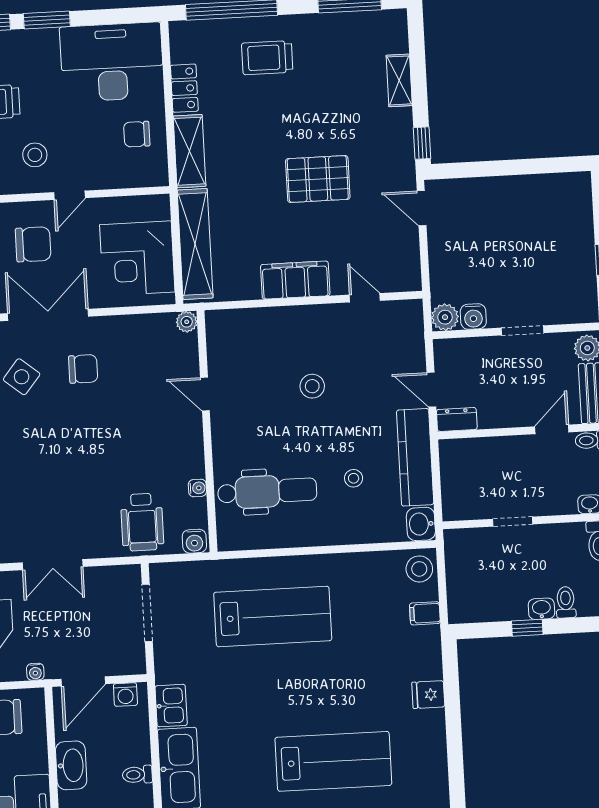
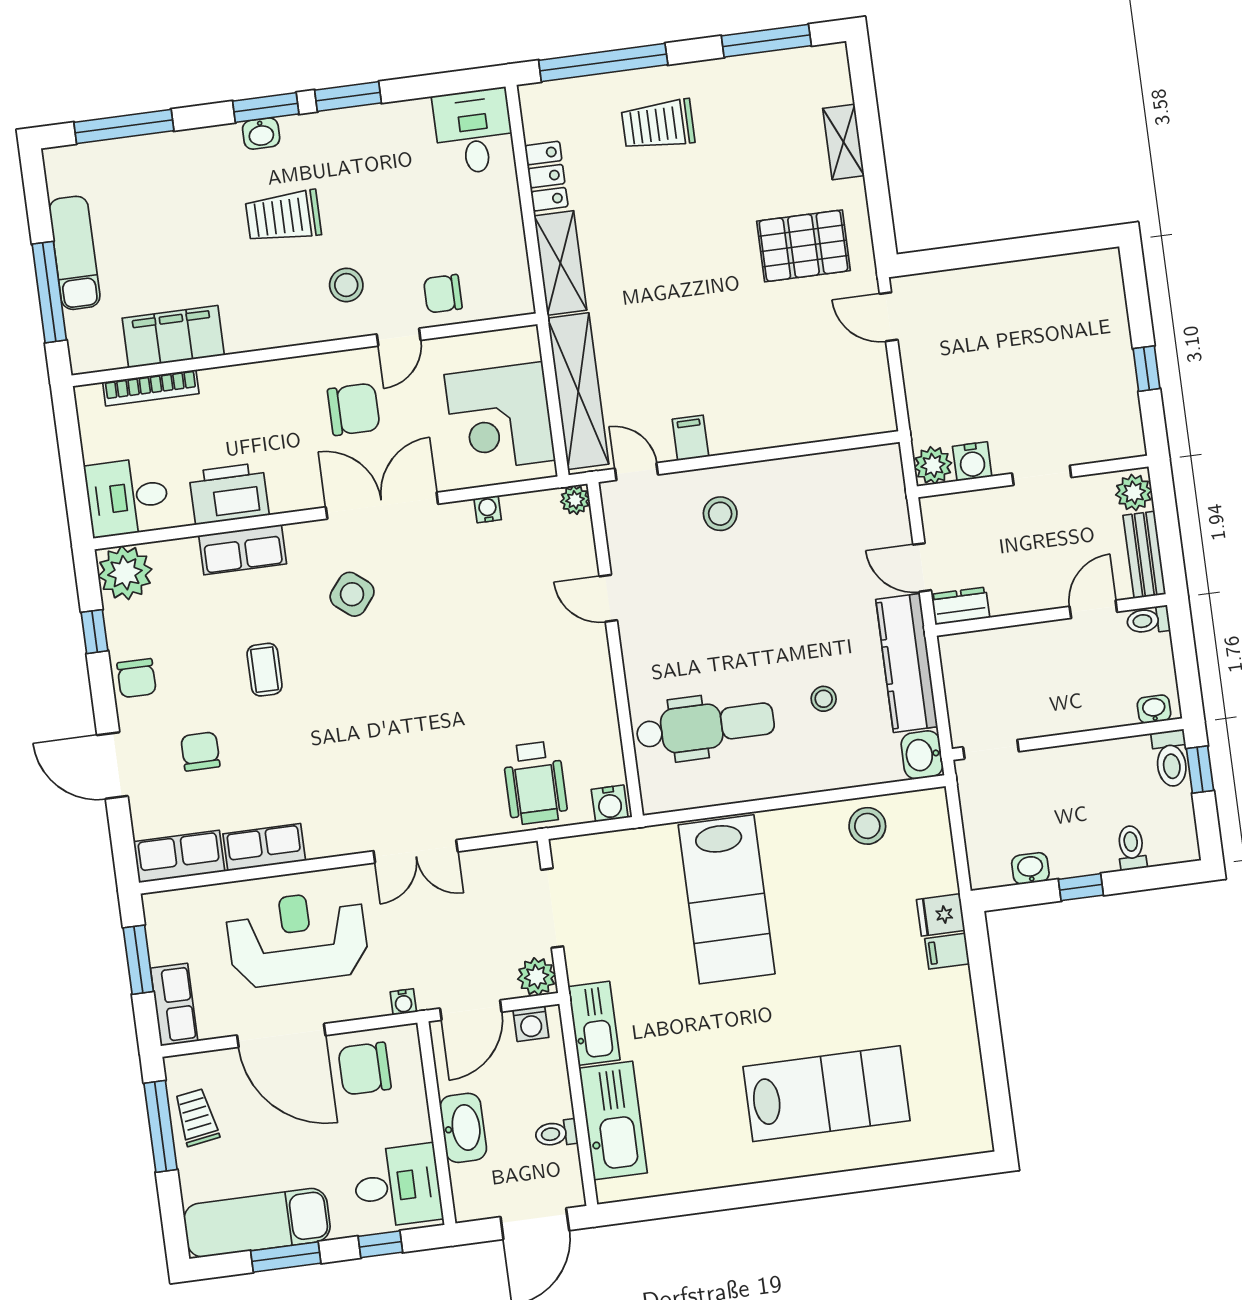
desk: (112, 62) -> (474, 131), width x0.53, depth x0.77
chair: (137, 134) -> (443, 294), moved
window: (422, 143) -> (882, 226), removed
pallet: (318, 179) -> (803, 246), moved
filing cabinet: (295, 280) -> (690, 438), width x0.33, depth x0.86
door: (365, 298) -> (636, 472), moved
chair: (83, 369) -> (437, 577), removed
stool: (312, 386) -> (720, 514), moved
water cooler: (197, 488) -> (488, 509), moved, turned -90
doorway: (513, 522) -> (991, 749), moved
stool: (419, 569) -> (867, 826), moved
washbasin: (541, 609) -> (1030, 868), moved
filing cabinet: (425, 613) -> (947, 951), moved
lab bench: (273, 616) -> (727, 899), turned 90
plant: (132, 661) -> (537, 977), added
fridge: (428, 695) -> (941, 915), moved
kitchen sink: (171, 706) -> (594, 1023), width x1.38

